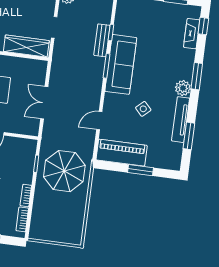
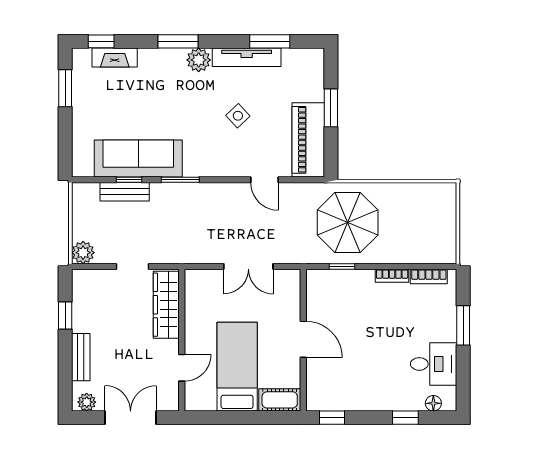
bench: (102, 40) -> (125, 192), moved
sofa: (121, 64) -> (138, 158), moved

